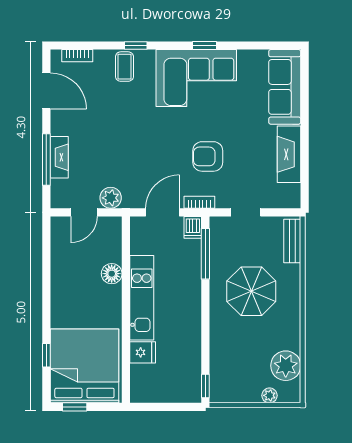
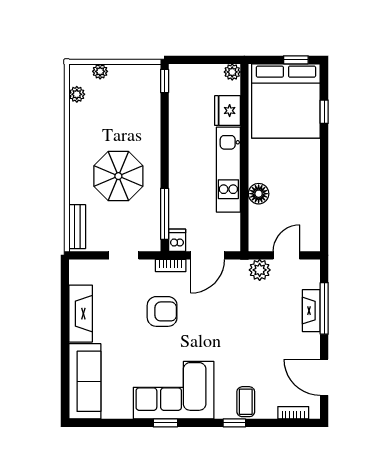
fridge: (143, 352) -> (228, 111), width x1.38
plant: (286, 366) -> (77, 94), width x0.53, depth x0.53
plant: (138, 395) -> (232, 72), added

